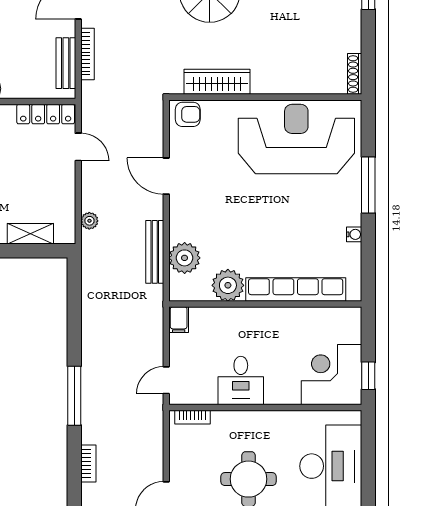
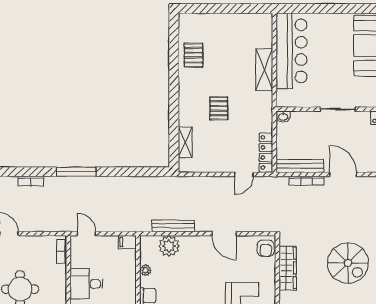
bench: (66, 63) -> (300, 166), width x1.36
door: (166, 176) -> (224, 234), swing flipped
plant: (89, 221) -> (194, 182), removed
plant: (228, 285) -> (146, 270), width x0.53, depth x0.53

